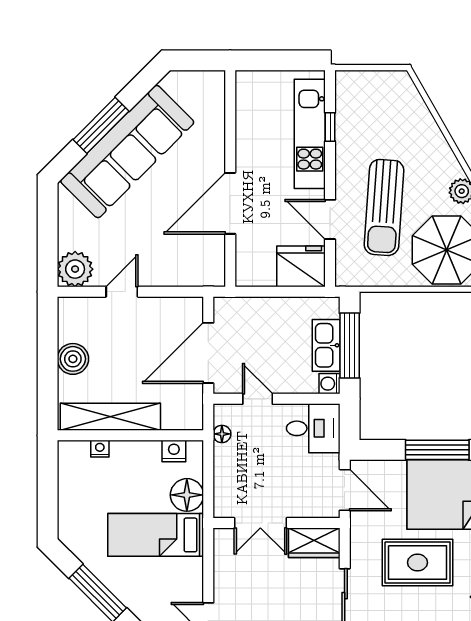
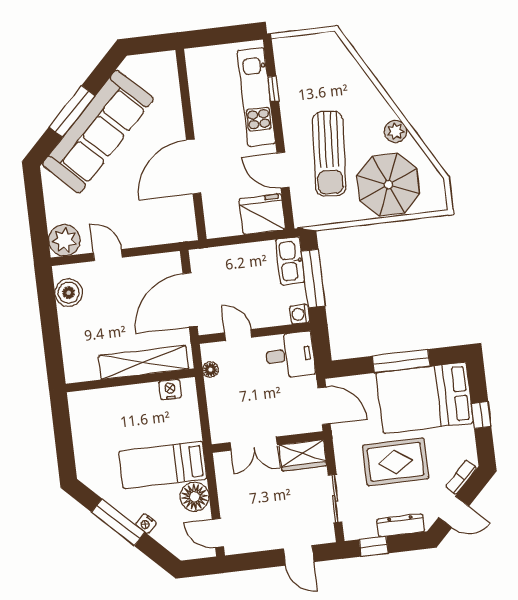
door: (122, 292) -> (108, 255), hinge flipped
kitchen sink: (326, 345) -> (290, 261), moved
boiler: (73, 359) -> (69, 293), moved
shelving: (110, 417) -> (143, 362), moved
nightstand: (100, 449) -> (146, 524), moved, turned -135
floor lamp: (187, 495) -> (195, 497), moved

